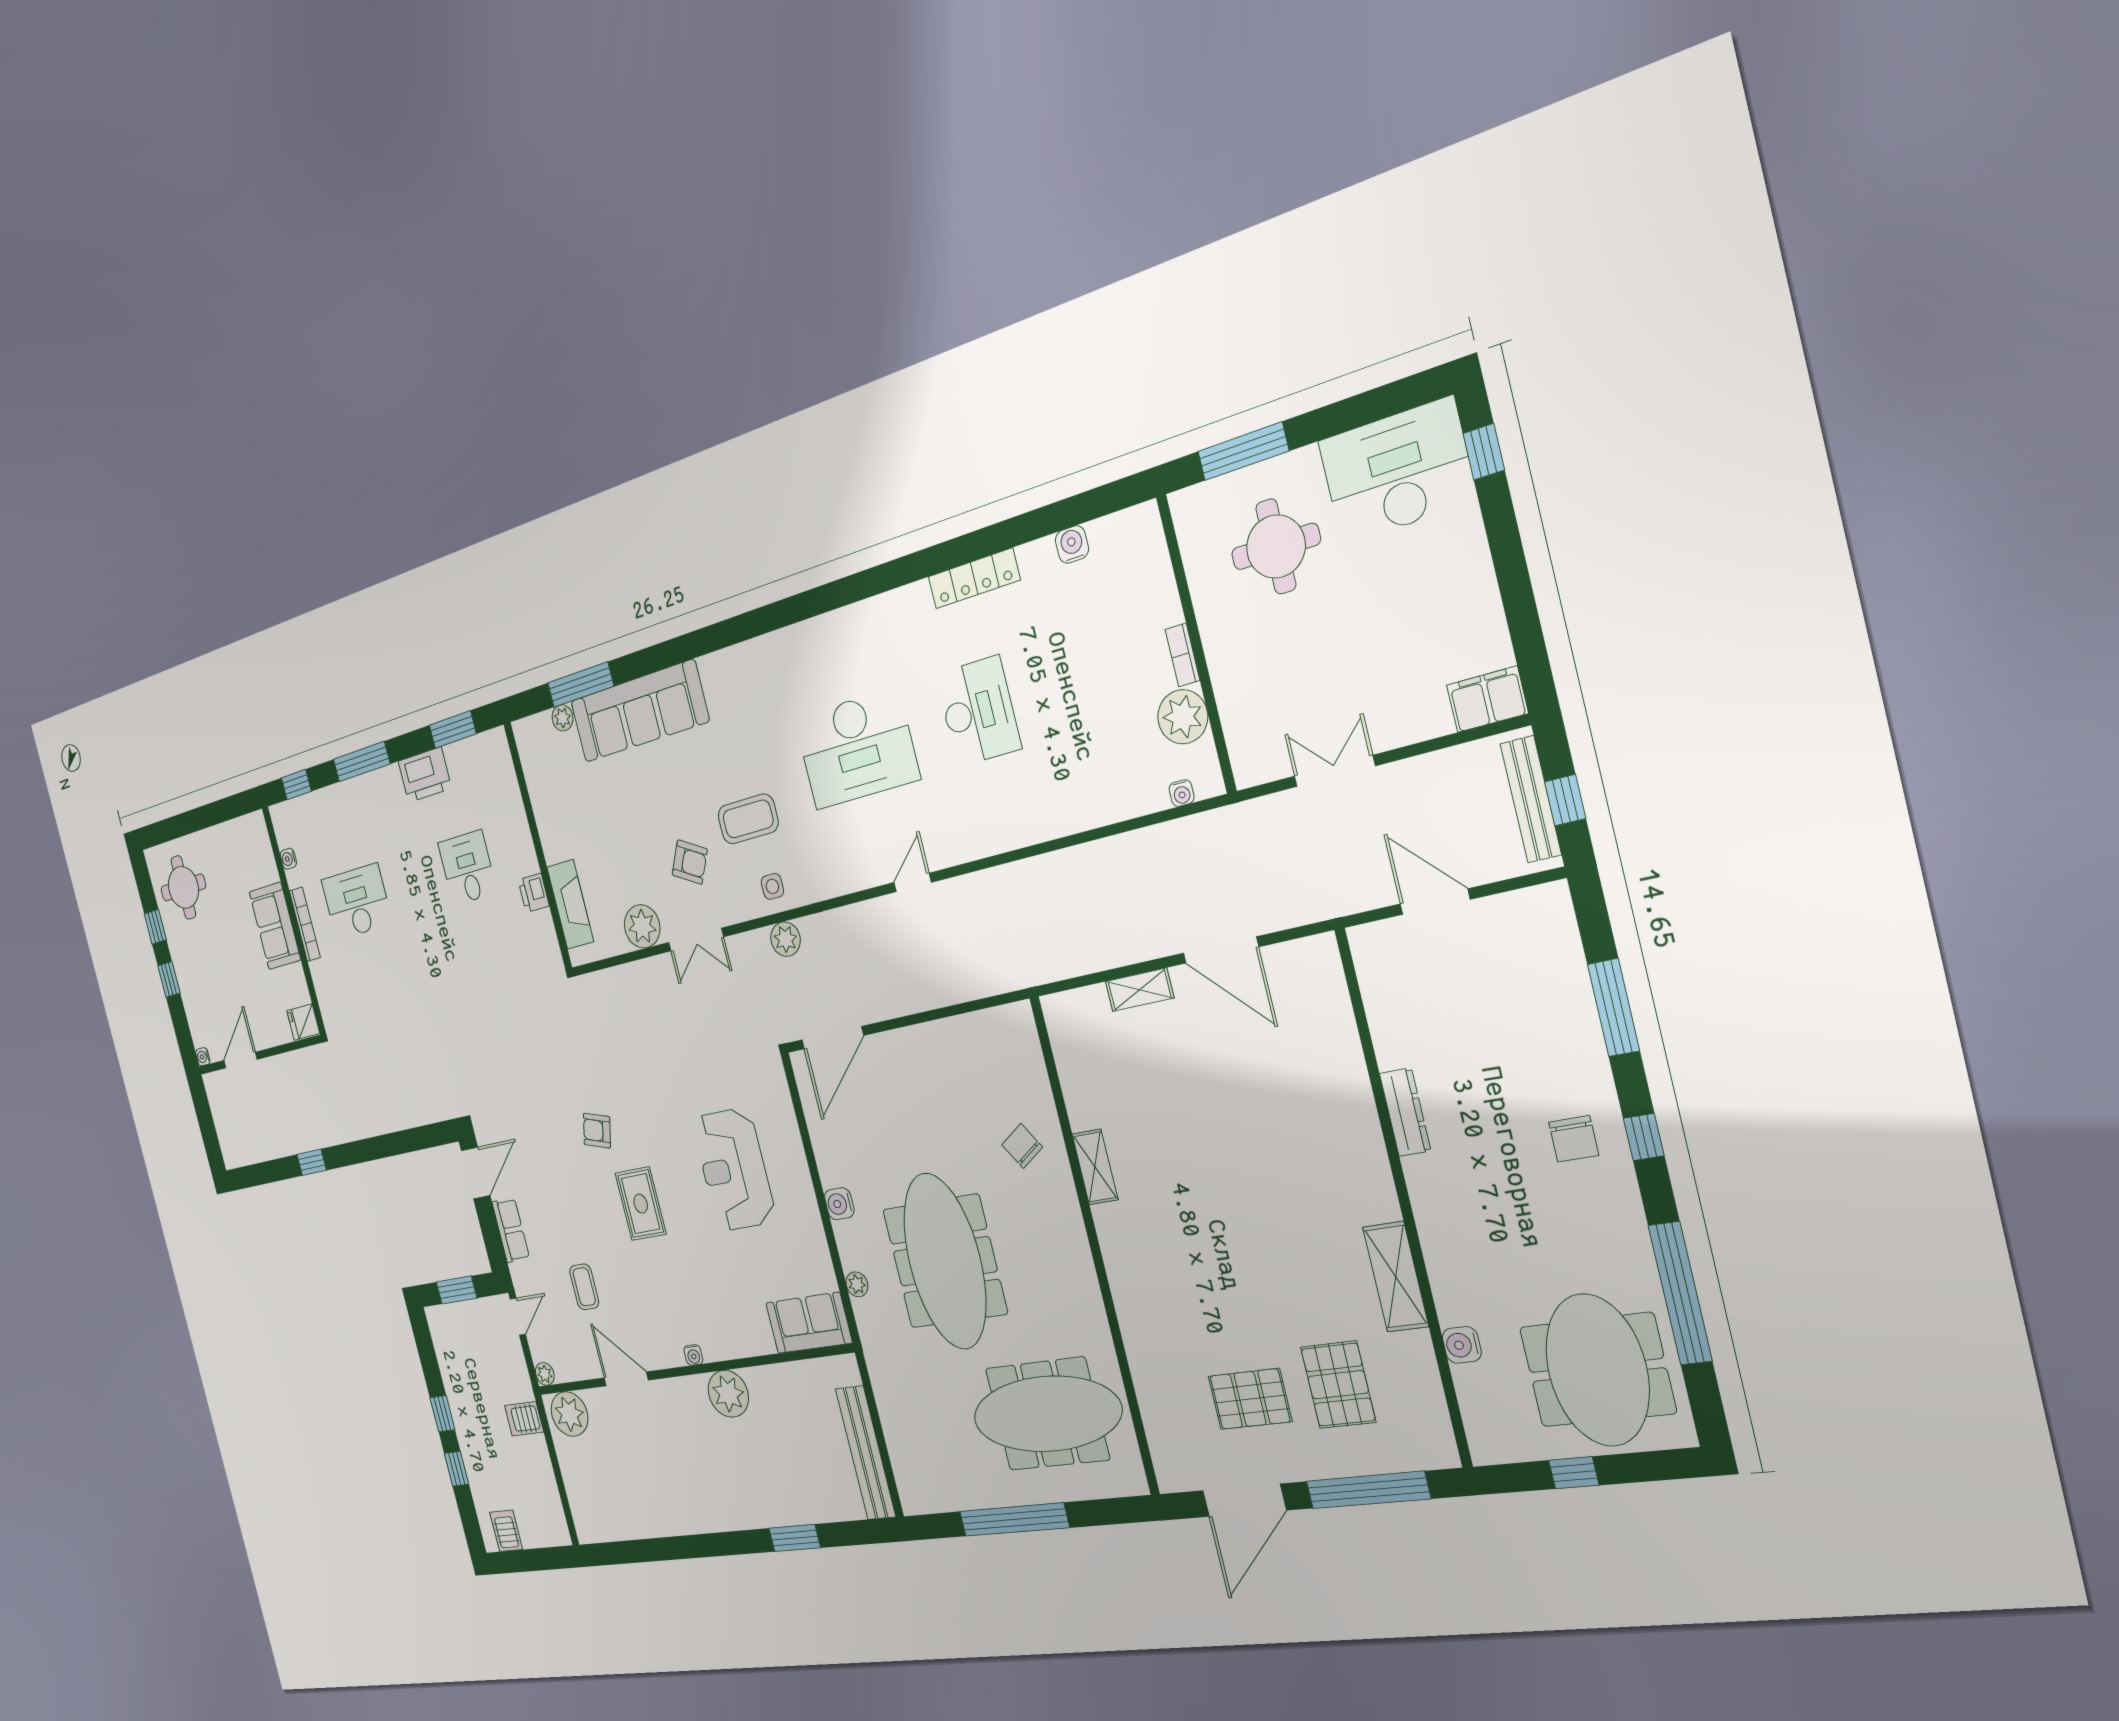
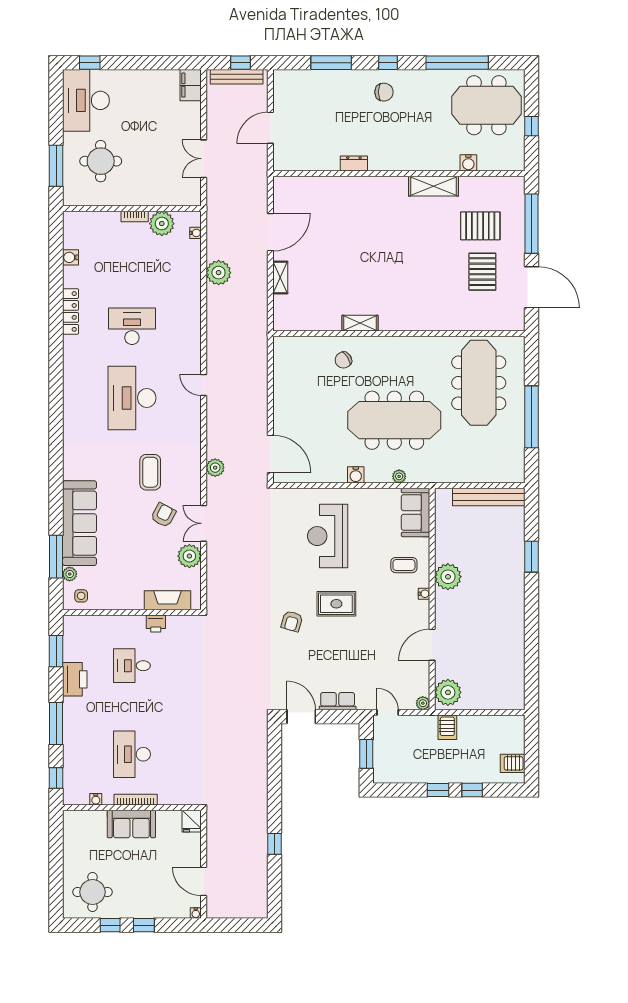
desk: (857, 749) -> (132, 398), turned 180
plant: (1118, 861) -> (219, 273), added
side table: (772, 886) -> (81, 596), moved
double door: (696, 940) -> (204, 523), swing flipped
dresser: (1405, 1112) -> (354, 164), width x0.70
reception desk: (734, 1169) -> (328, 536), turned 90
coffee table: (584, 1287) -> (404, 565), moved

